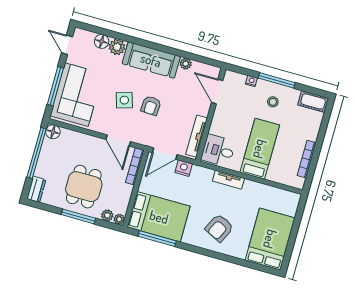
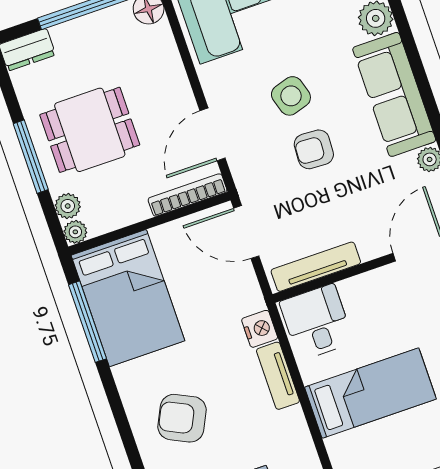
nightstand: (184, 168) -> (260, 329), moved

